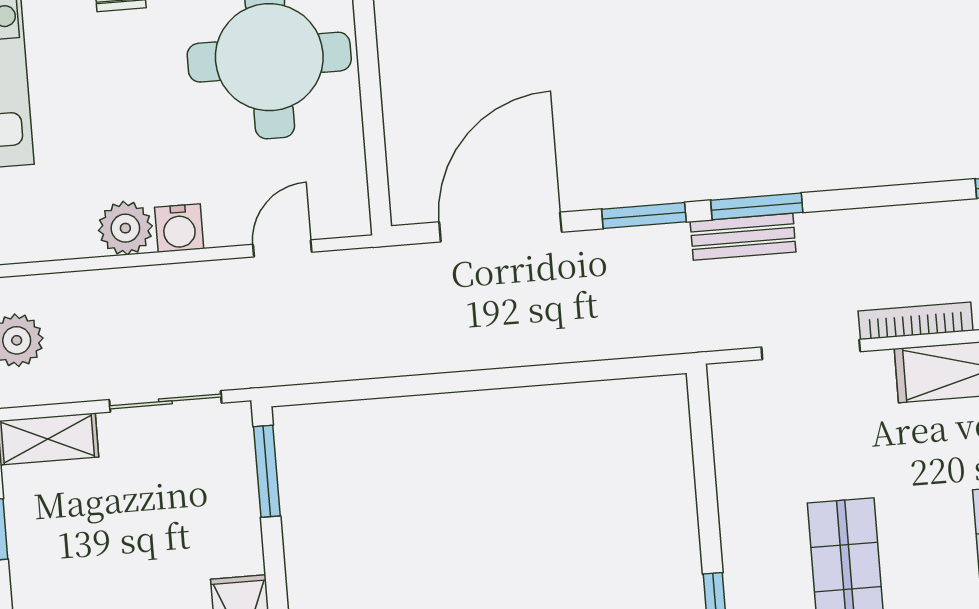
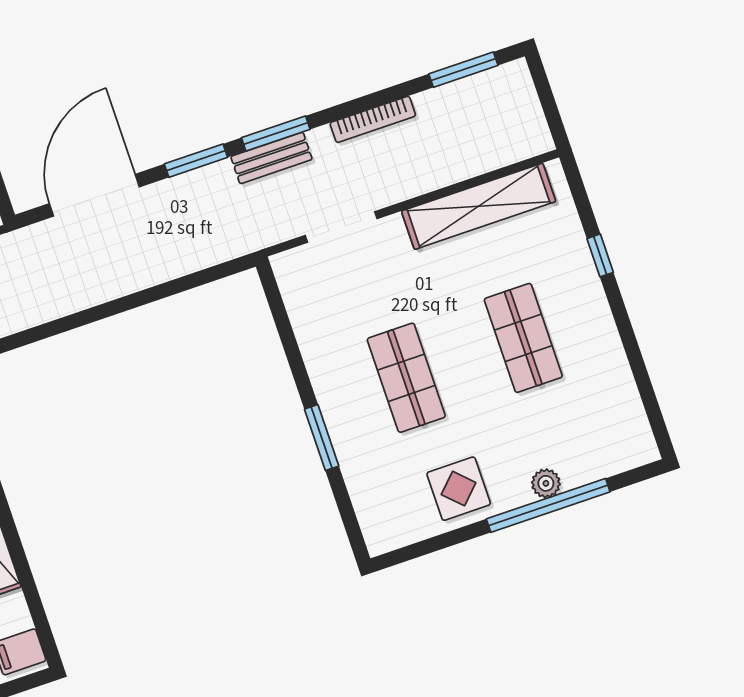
bookcase: (916, 321) -> (373, 119), moved, turned 180

